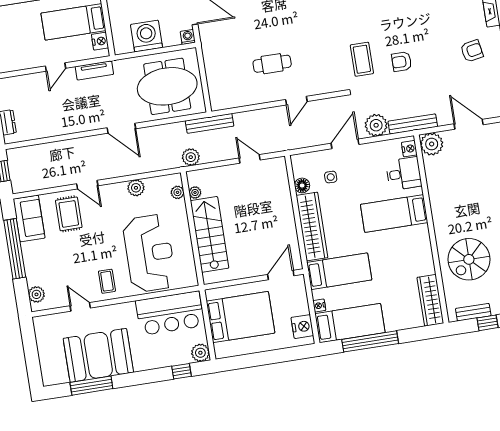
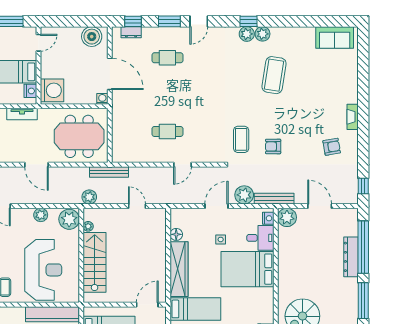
washing machine: (147, 36) -> (52, 90), moved, turned 90
side table: (331, 177) -> (221, 239), moved
plant: (177, 192) -> (69, 219), width x1.87, depth x1.87
bed: (394, 213) -> (247, 269), width x1.50

